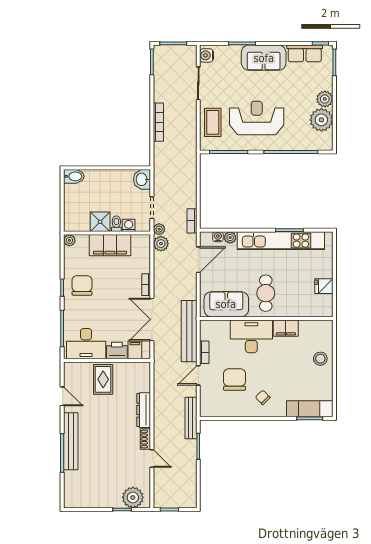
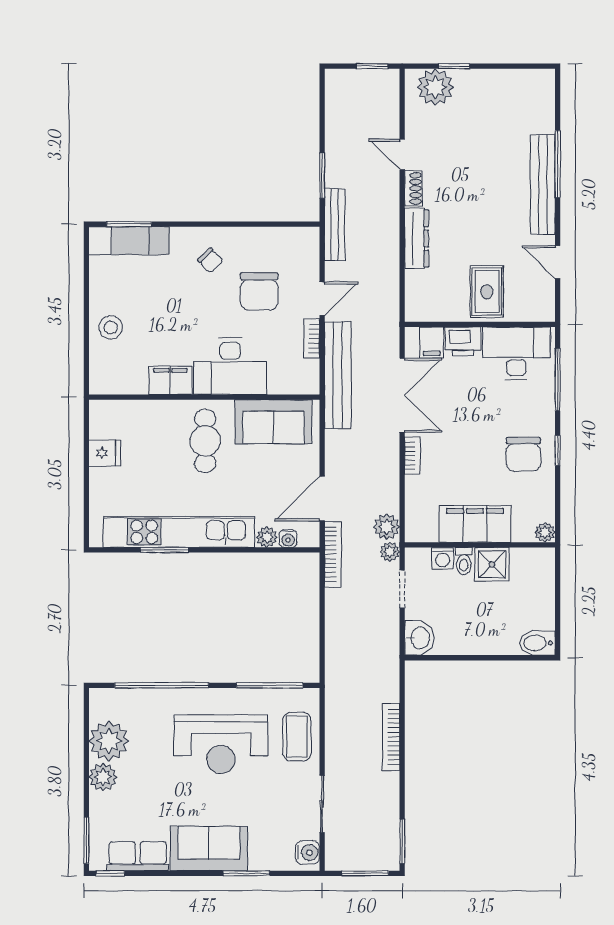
bookcase: (192, 221) -> (333, 554), width x1.56

